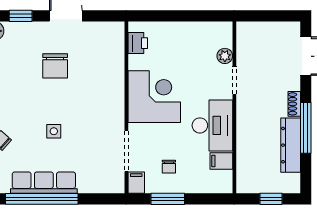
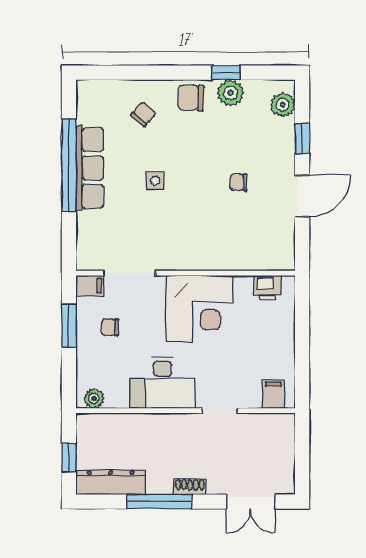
plant: (225, 56) -> (94, 398), moved
chair: (55, 66) -> (238, 182), width x0.54, depth x0.54
dresser: (291, 145) -> (111, 482), moved
filing cabinet: (221, 161) -> (273, 394), moved

